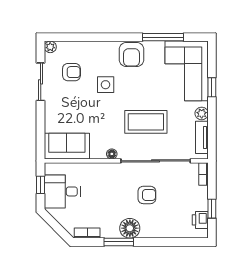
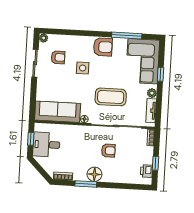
armchair: (132, 55) -> (103, 47), turned -90
sofa: (67, 146) -> (58, 112), width x1.36

